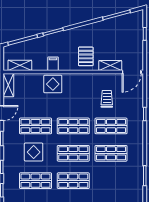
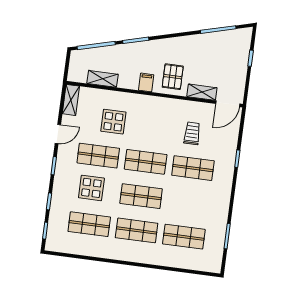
filing cabinet: (53, 64) -> (146, 82), moved
shelving: (20, 65) -> (102, 79), moved
display table: (53, 84) -> (113, 122), moved
shop shelf: (111, 153) -> (184, 237), moved

